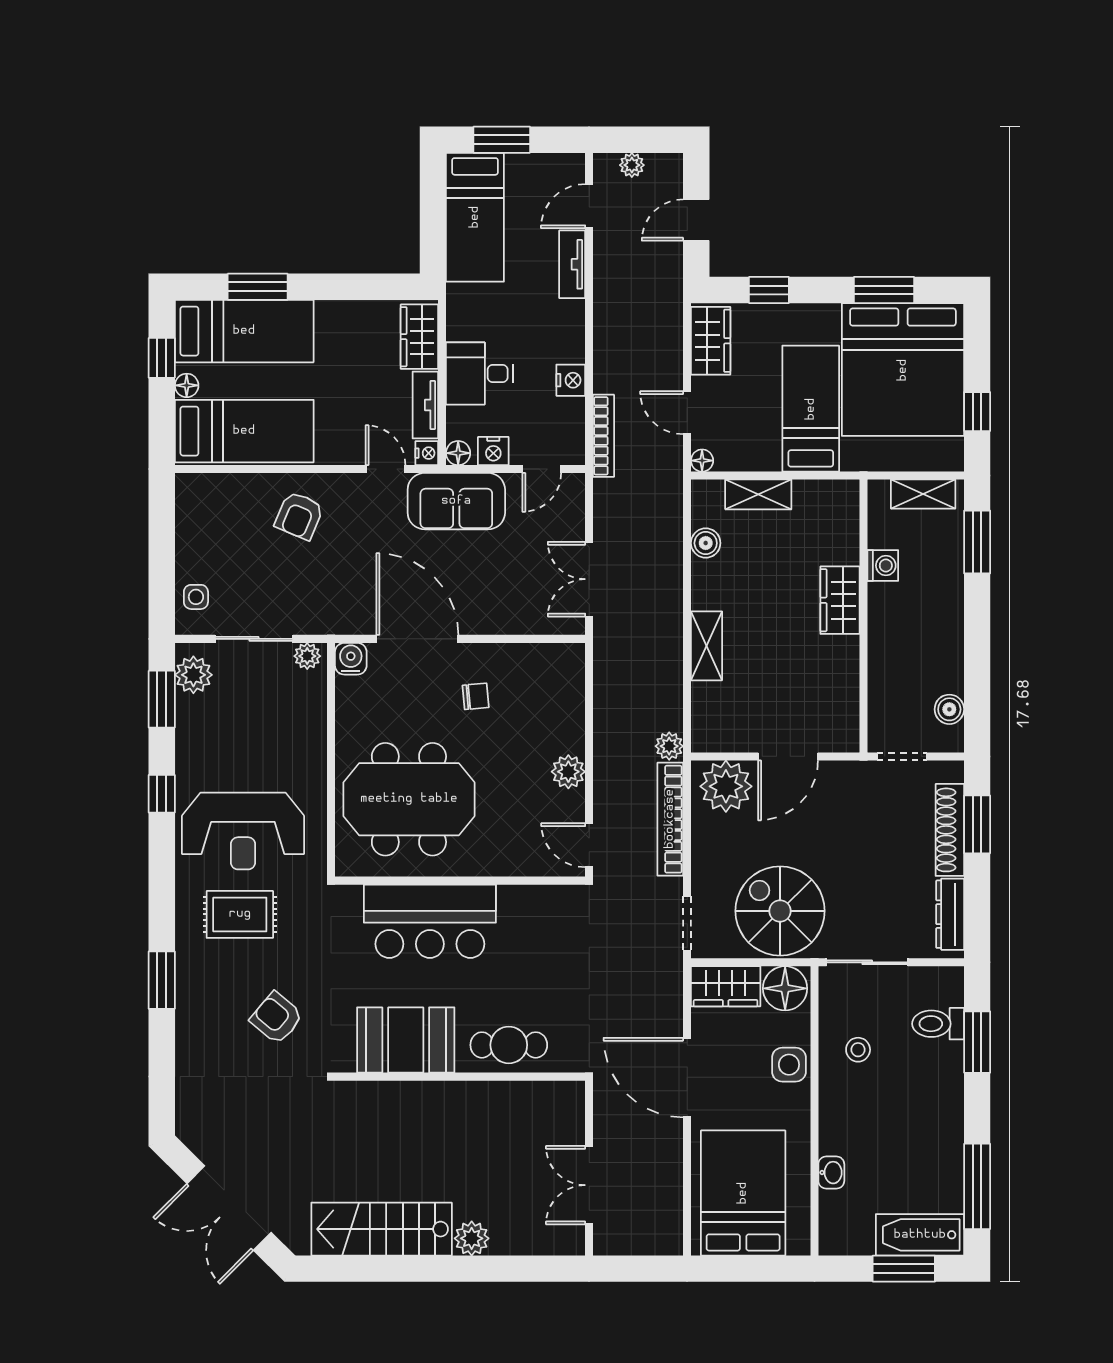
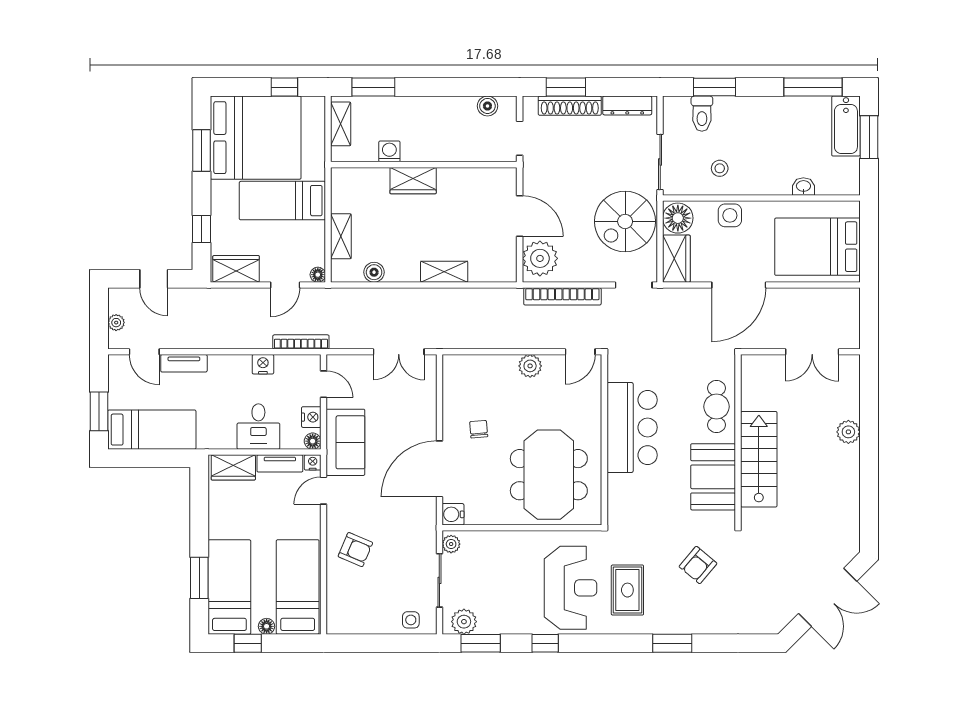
plant: (669, 746) -> (513, 297), removed
bar counter: (430, 921) -> (632, 427), moved
stairs: (382, 1229) -> (759, 459), moved, turned 180

